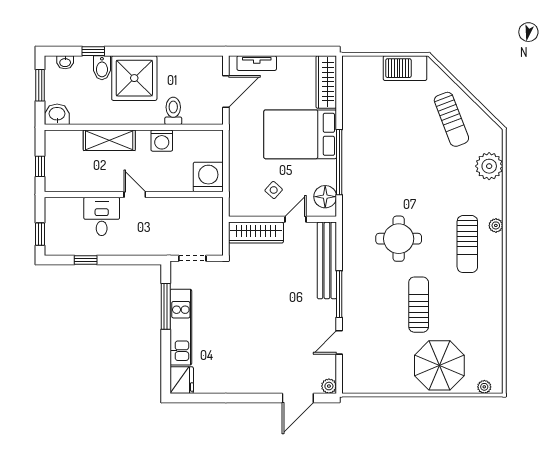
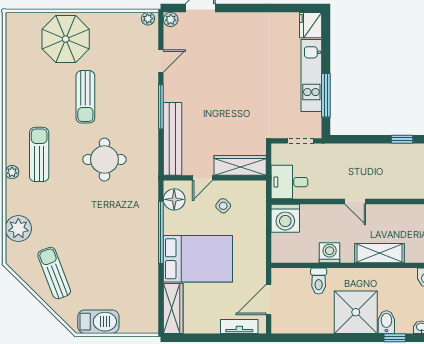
desk: (102, 216) -> (289, 182), moved, turned 90
plant: (484, 387) -> (148, 19), moved

